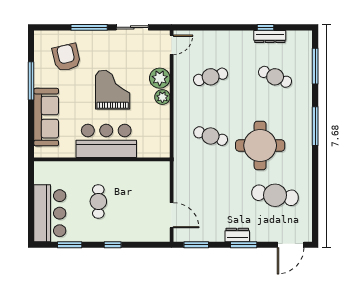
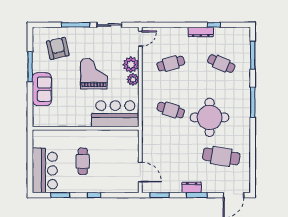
dresser: (270, 36) -> (201, 32), moved
sofa: (46, 117) -> (42, 89), width x0.73
bar counter: (106, 141) -> (115, 114), moved

